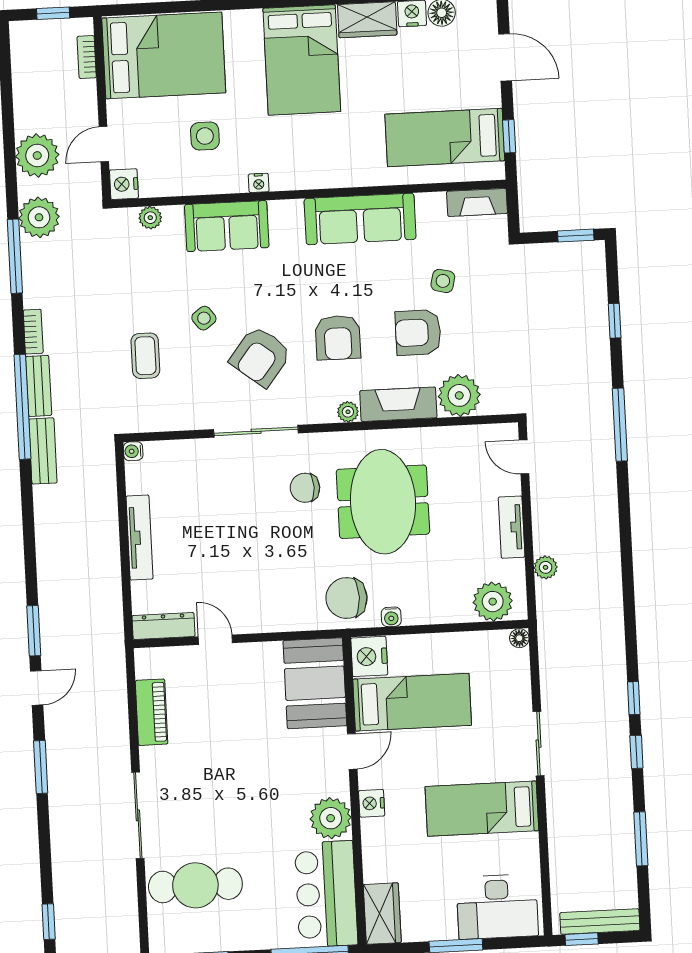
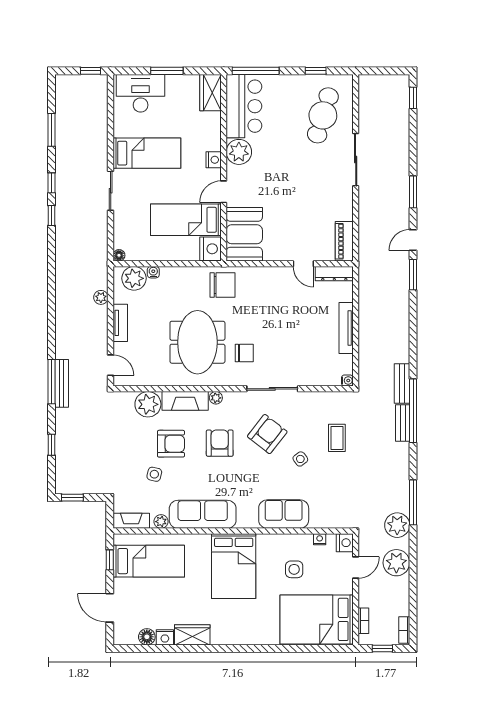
bed: (302, 60) -> (234, 566), moved, turned 180
nightstand: (259, 183) -> (320, 539), moved
plant: (150, 218) -> (161, 522), moved
bookcase: (33, 332) -> (404, 630), moved
water cooler: (391, 617) -> (153, 272), moved
piano: (152, 712) -> (344, 241), moved
cafe table: (195, 885) -> (323, 115), turned -73
bench: (600, 922) -> (62, 383), moved, turned 90

